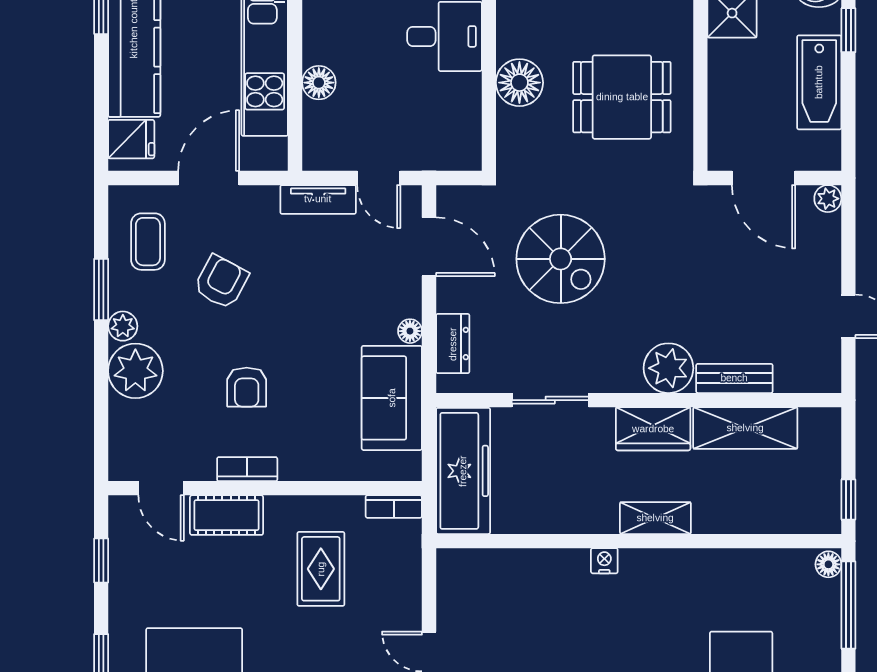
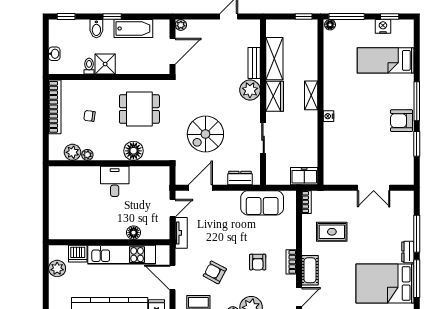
dining table: (622, 97) -> (139, 109), turned 90
spiral stairs: (561, 259) -> (205, 134), turned 180
floor lamp: (410, 331) -> (235, 195), removed
armchair: (247, 387) -> (258, 262), turned 90
freezer: (463, 471) -> (304, 176), width x0.52, depth x0.79

